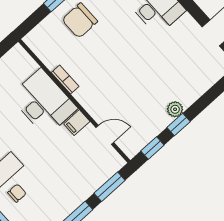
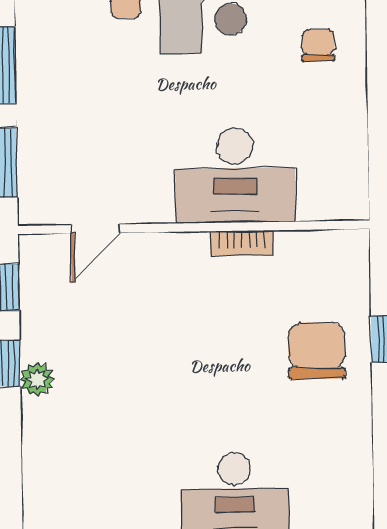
filing cabinet: (77, 123) -> (155, 201), removed

